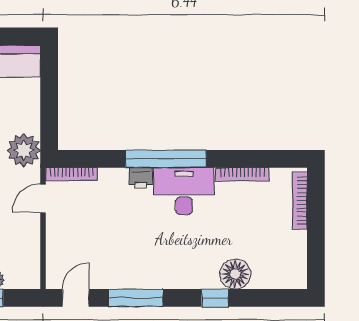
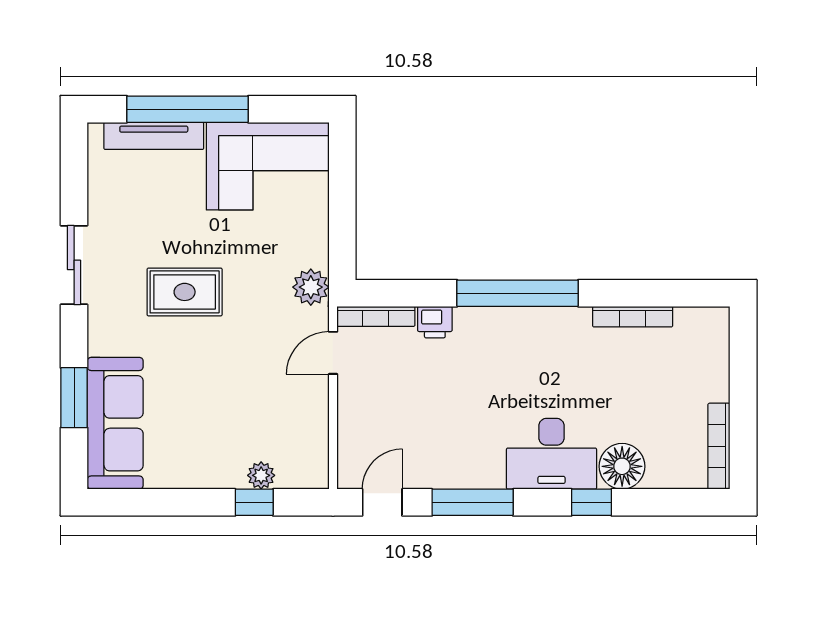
plant: (24, 150) -> (311, 287), width x0.73, depth x0.73
printer: (141, 178) -> (435, 322), moved
desk: (184, 191) -> (552, 454), moved, turned 180
bookcase: (300, 201) -> (719, 446), moved

